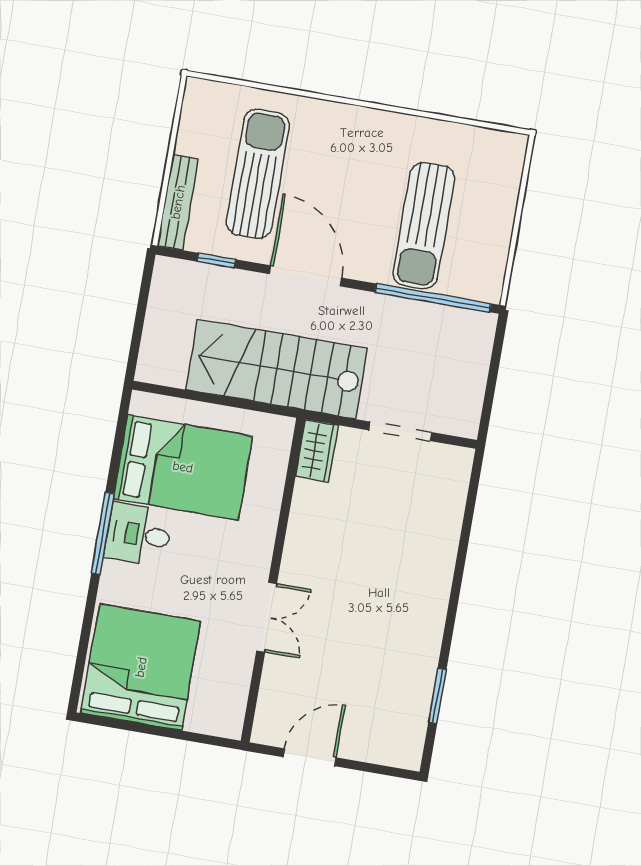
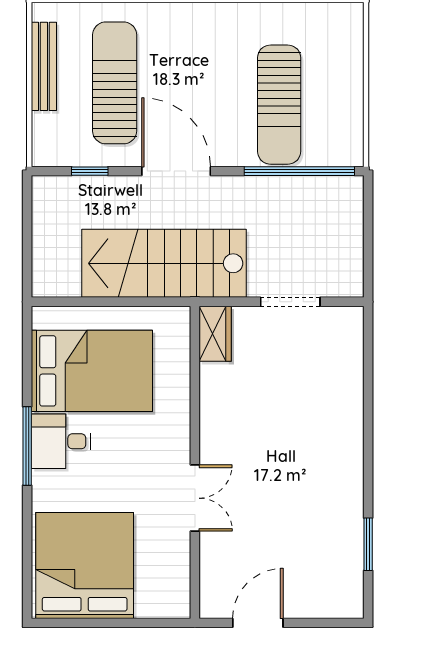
bench: (178, 202) -> (44, 66), moved

